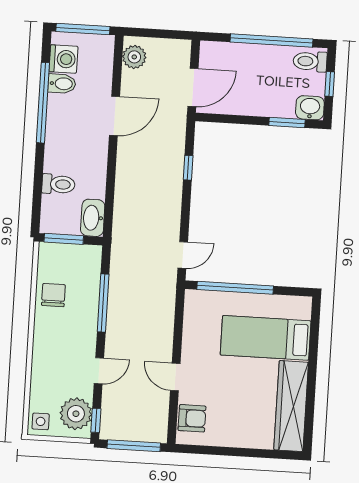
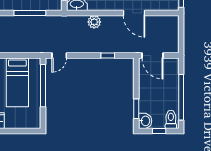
plant: (134, 57) -> (94, 22), moved
door: (183, 255) -> (59, 55), hinge flipped
bed: (266, 338) -> (17, 82), moved, turned 180

